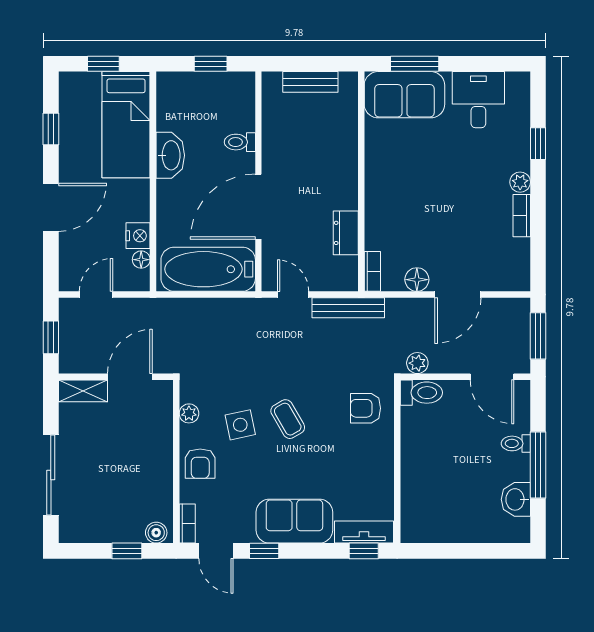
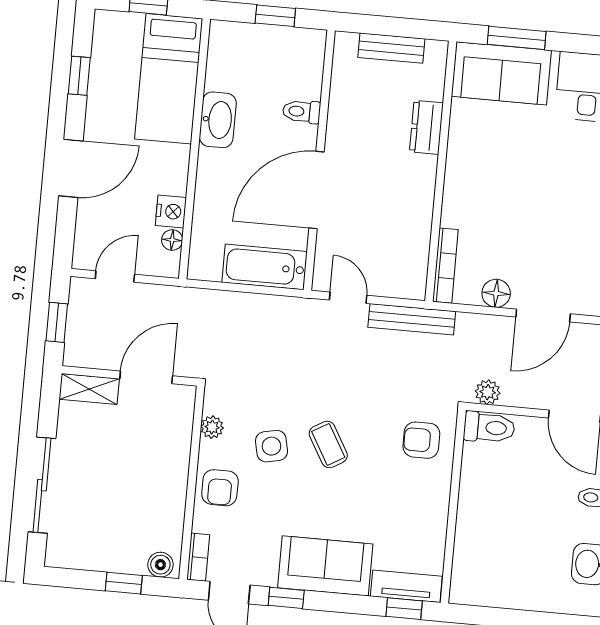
dresser: (346, 233) -> (426, 127), moved
bathtub: (208, 269) -> (265, 267), width x0.73, depth x0.73
bookcase: (372, 271) -> (445, 266), width x1.56

